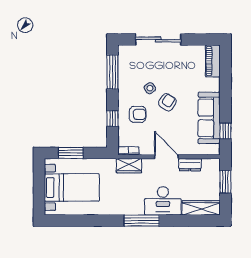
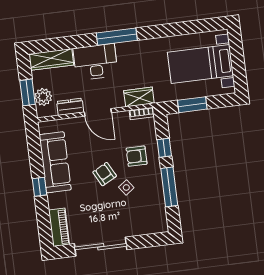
sliding door: (158, 39) -> (101, 247), moved
window: (112, 72) -> (169, 187), moved
armchair: (167, 102) -> (105, 174), turned 119
window: (225, 131) -> (39, 187), moved
window: (71, 153) -> (192, 105), moved
plant: (212, 176) -> (43, 97), added

